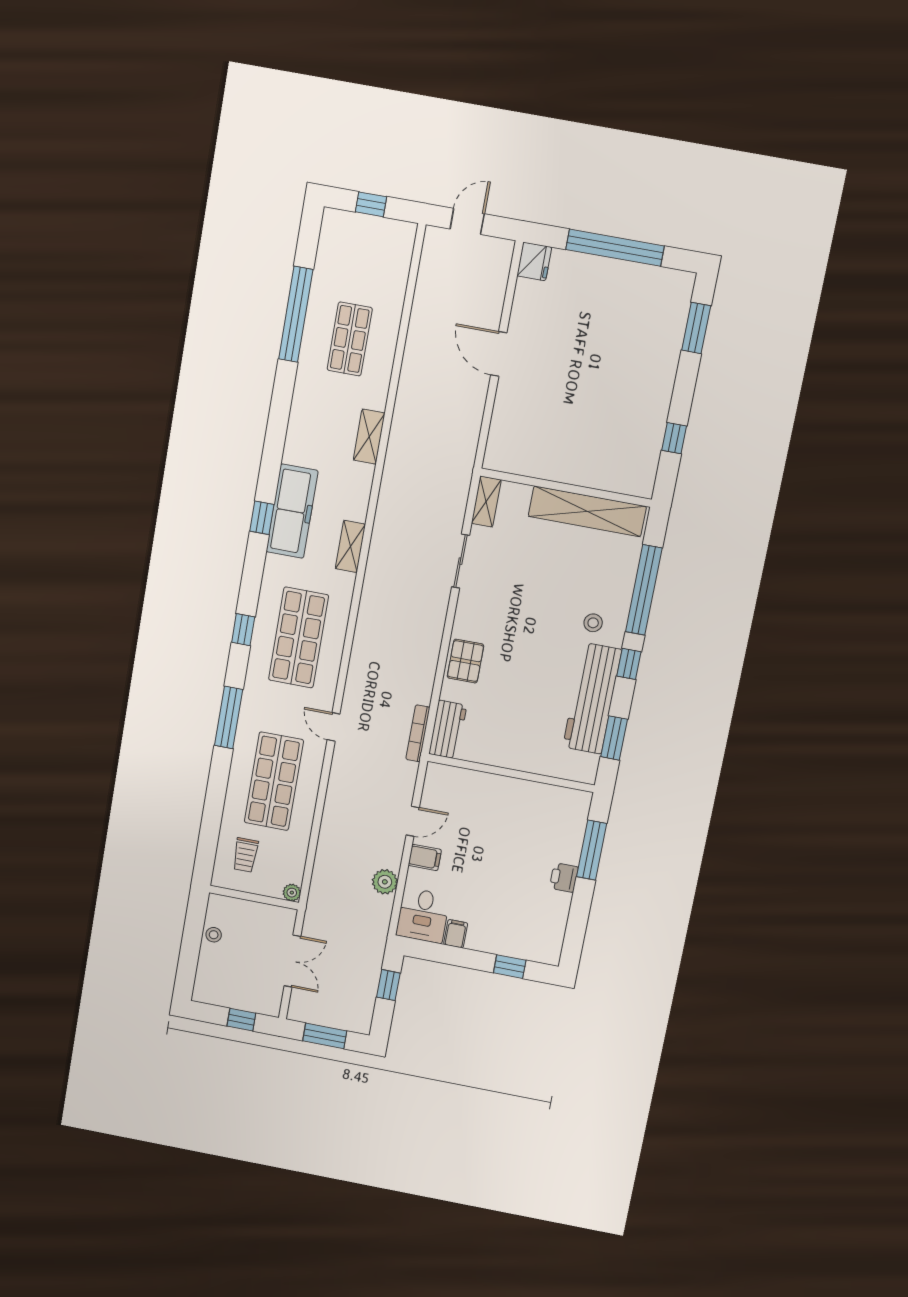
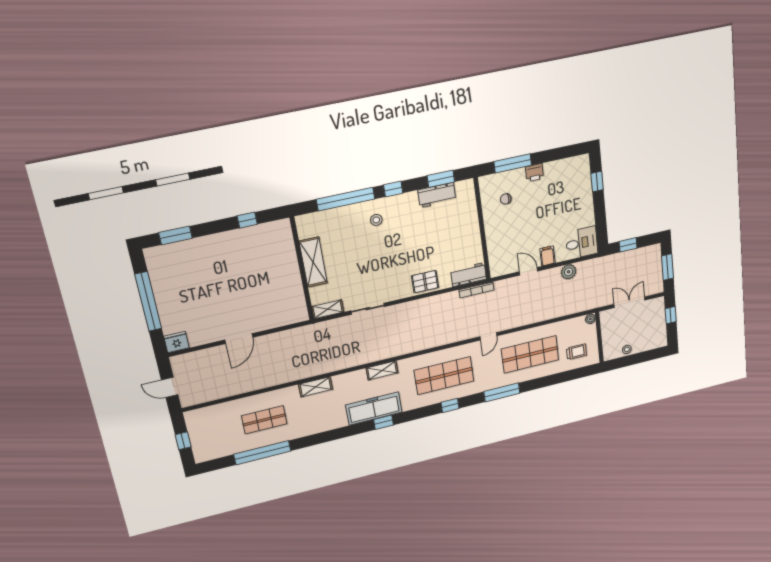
shelving: (587, 511) -> (313, 262), width x0.68
workbench: (592, 698) -> (437, 195), width x0.53, depth x0.76
chair: (542, 823) -> (506, 199), added
filing cabinet: (456, 934) -> (587, 220), removed

